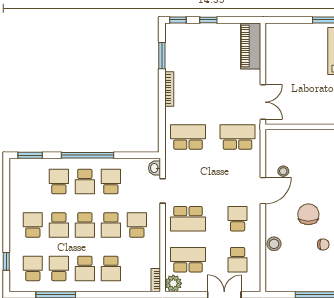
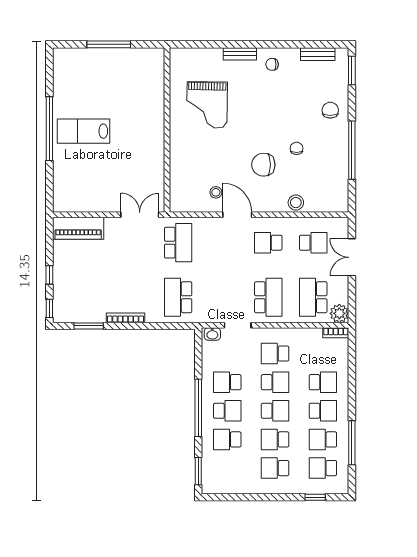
school desk: (238, 137) -> (178, 243), turned 180
school desk: (59, 225) -> (275, 439), turned 180

